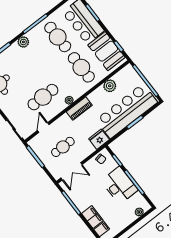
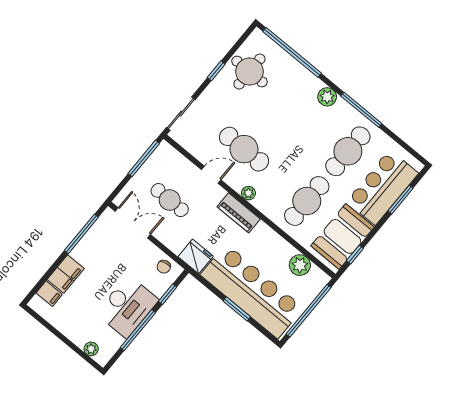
plant: (110, 86) -> (300, 265), moved
door: (43, 127) -> (211, 175), moved
double door: (71, 171) -> (133, 223), swing flipped

